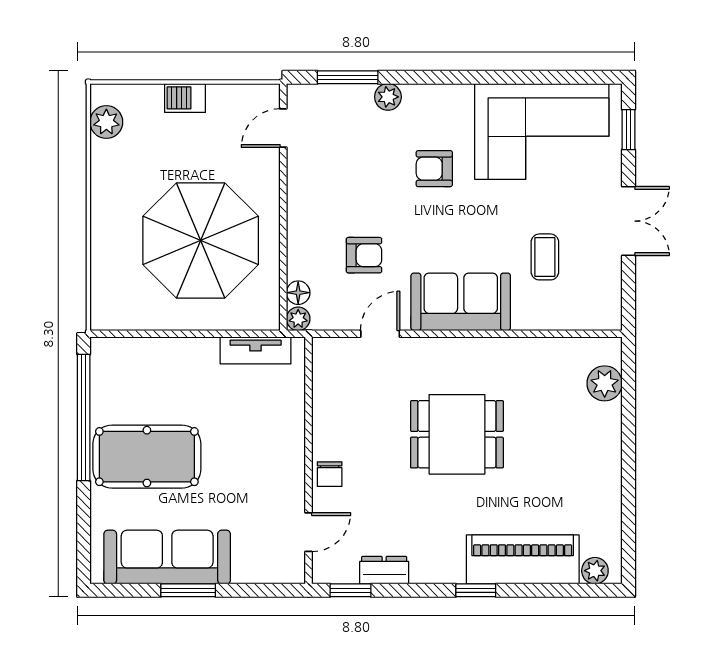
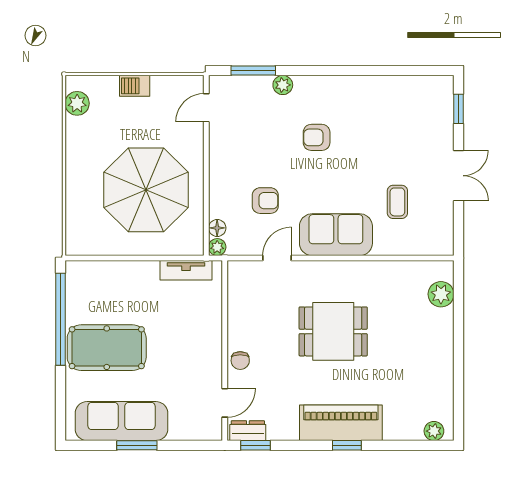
corner sofa: (542, 131) -> (395, 110), removed
piano: (523, 559) -> (341, 423), moved
dresser: (384, 570) -> (248, 431), moved

